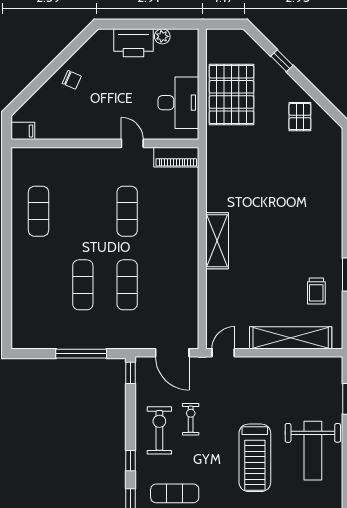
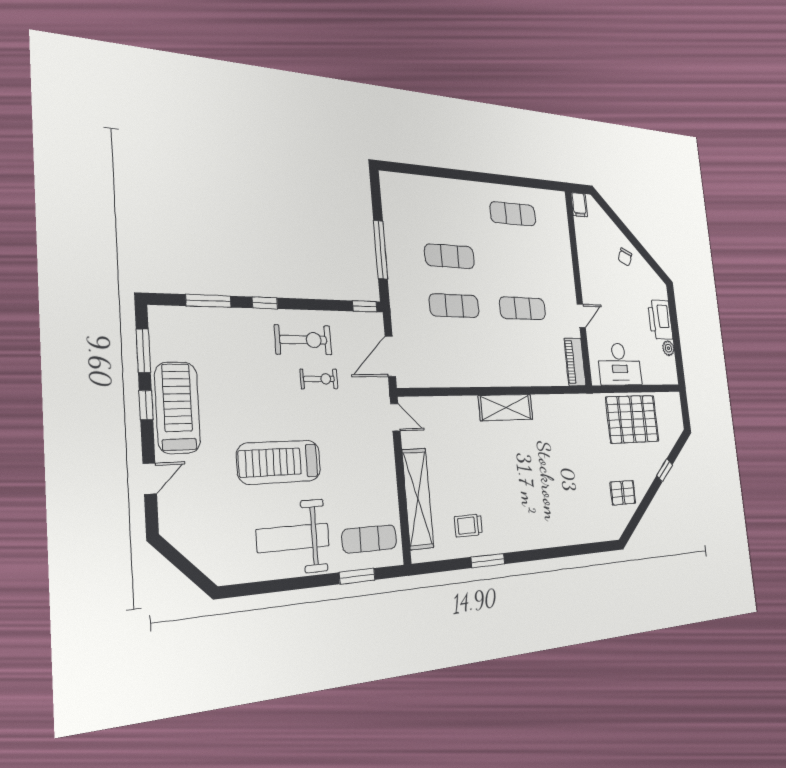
exercise mat: (175, 493) -> (369, 539), moved, turned 90

